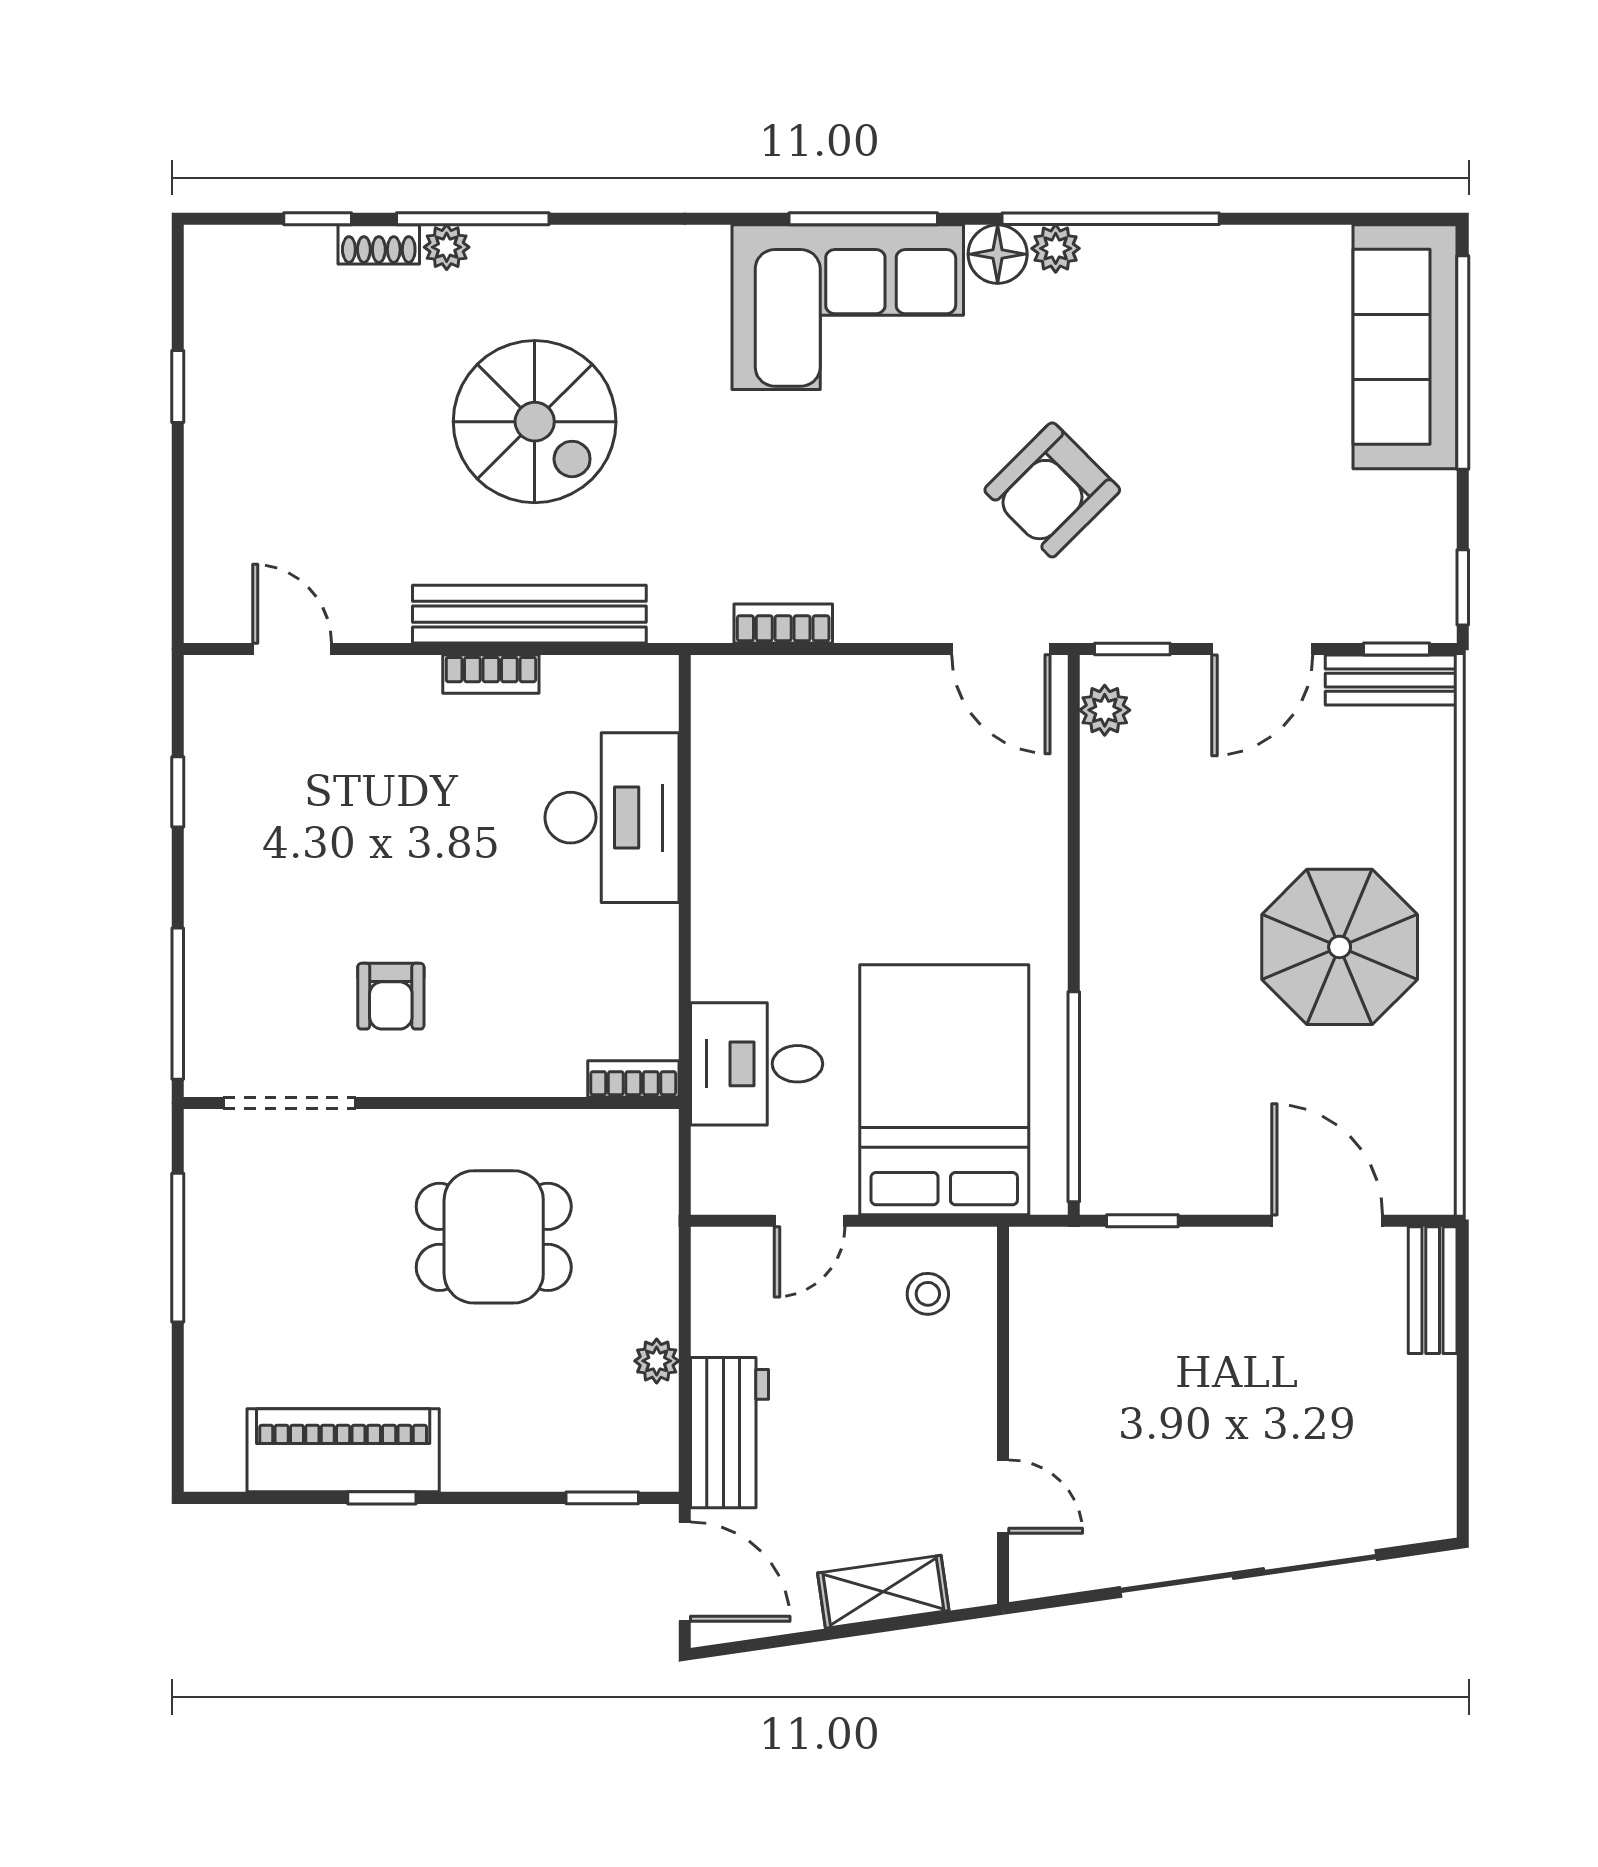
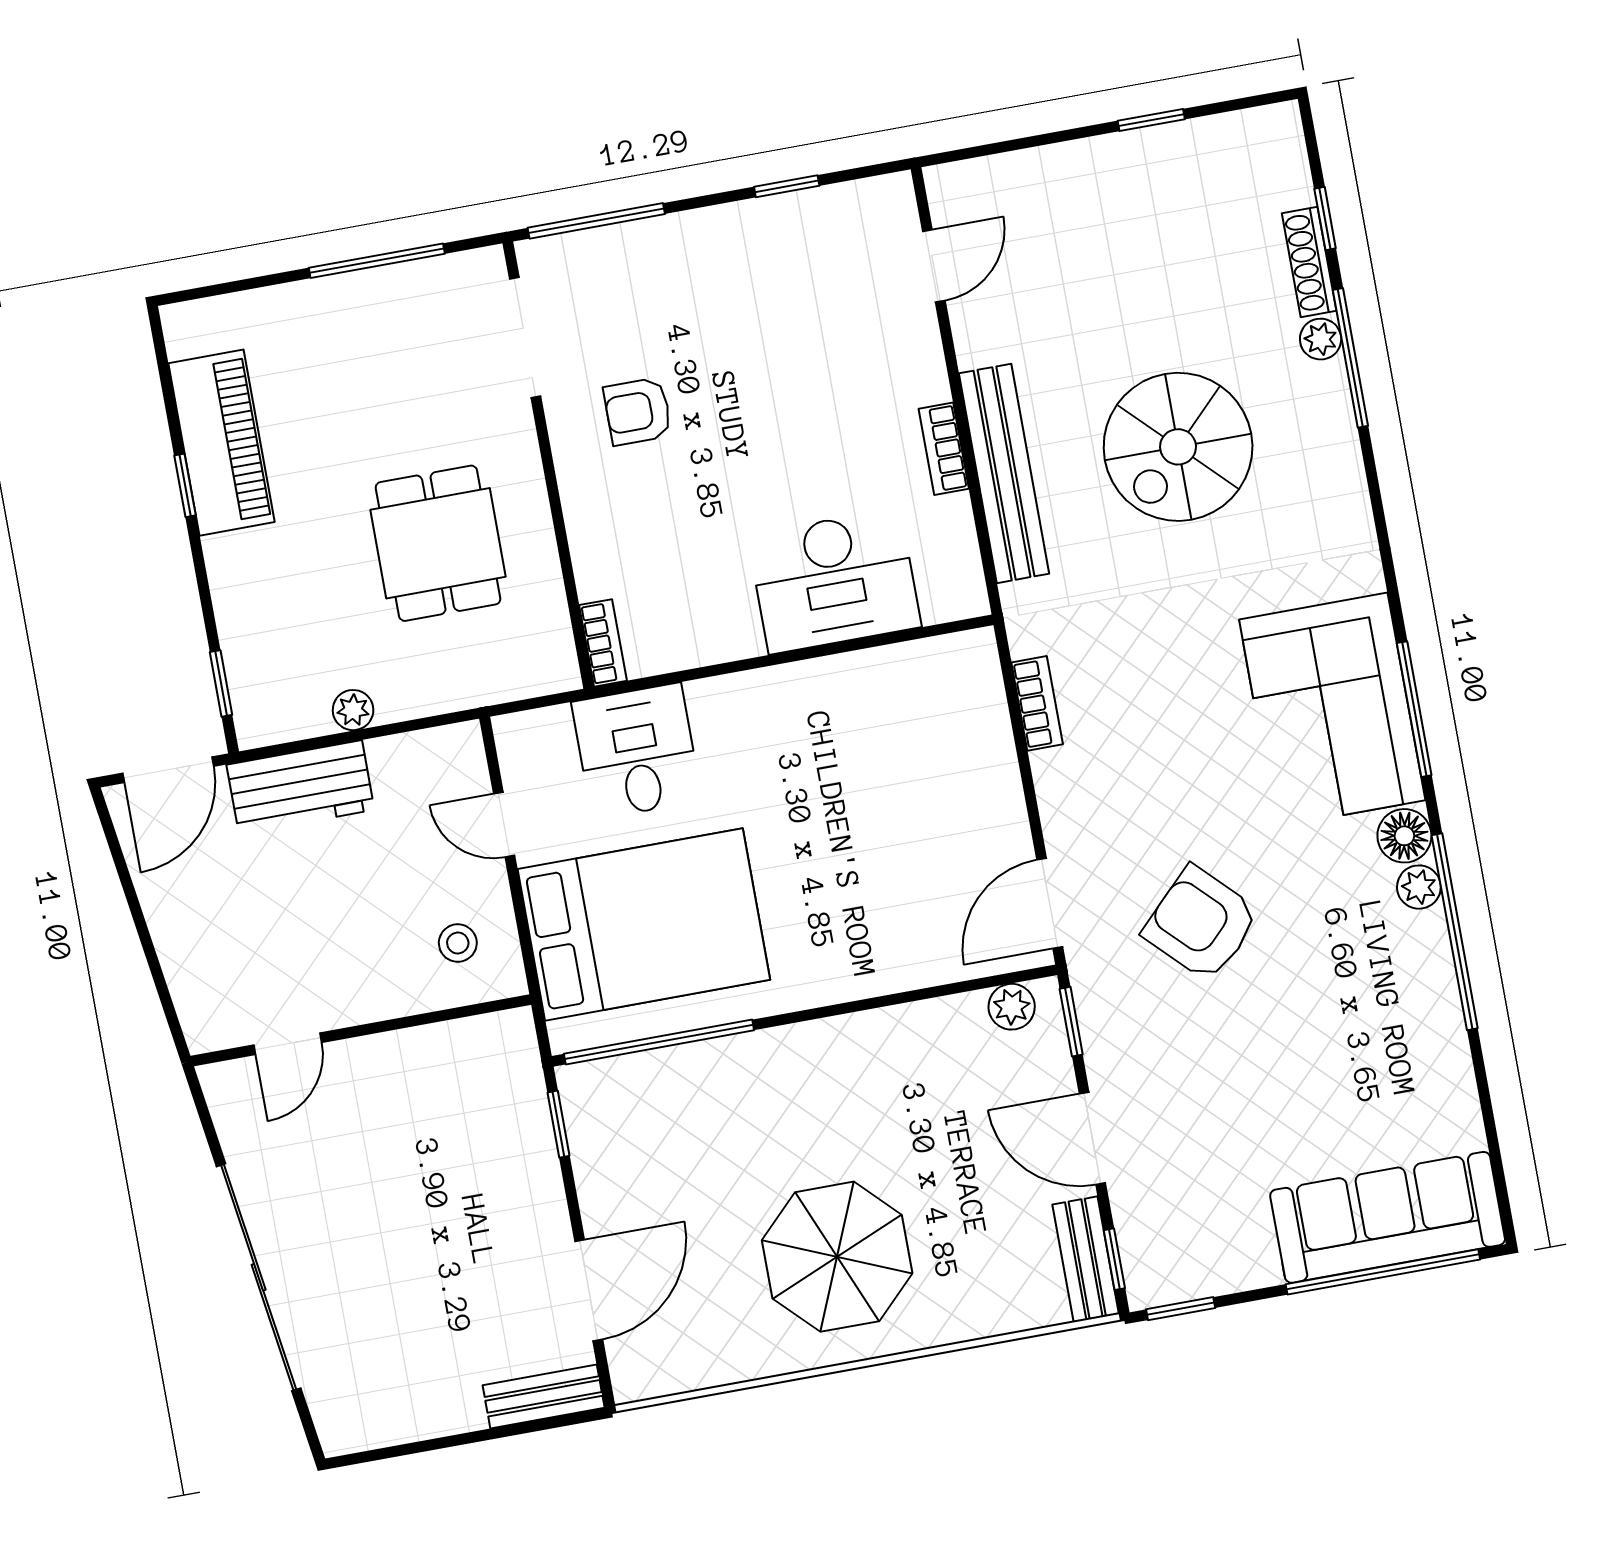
shoe rack: (379, 244) -> (1309, 262), width x1.43
shelving: (883, 1592) -> (182, 952), removed

